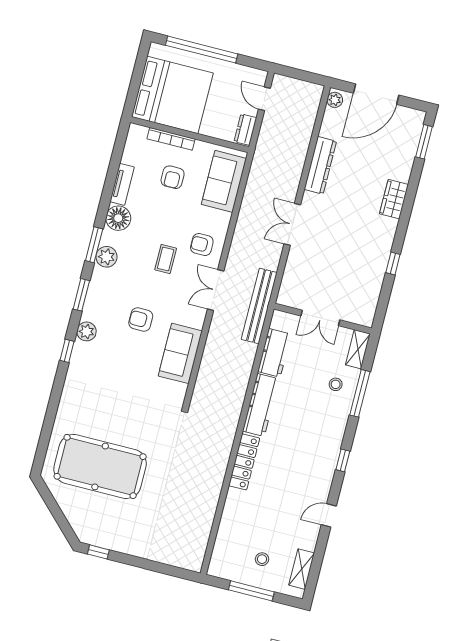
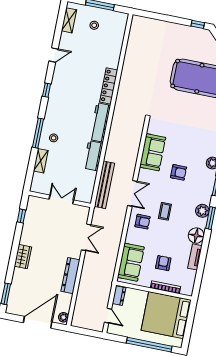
double door: (320, 318) -> (61, 200), moved
wall: (323, 319) -> (60, 199), moved

